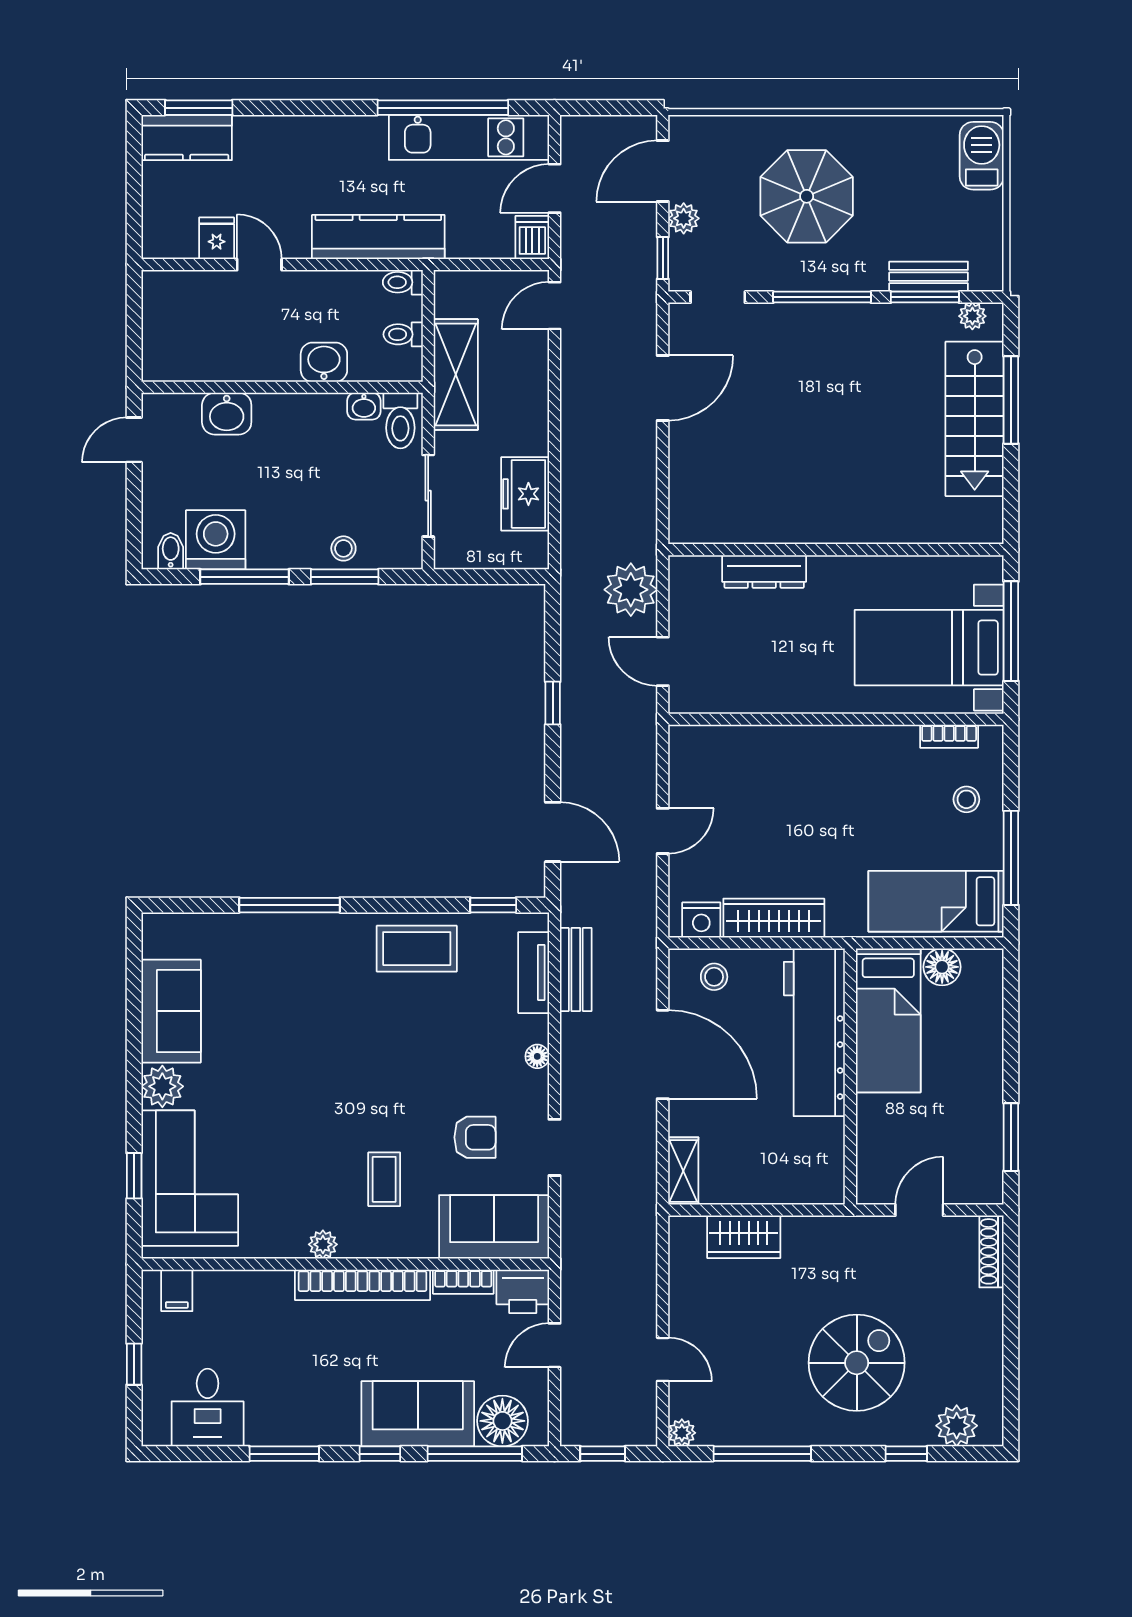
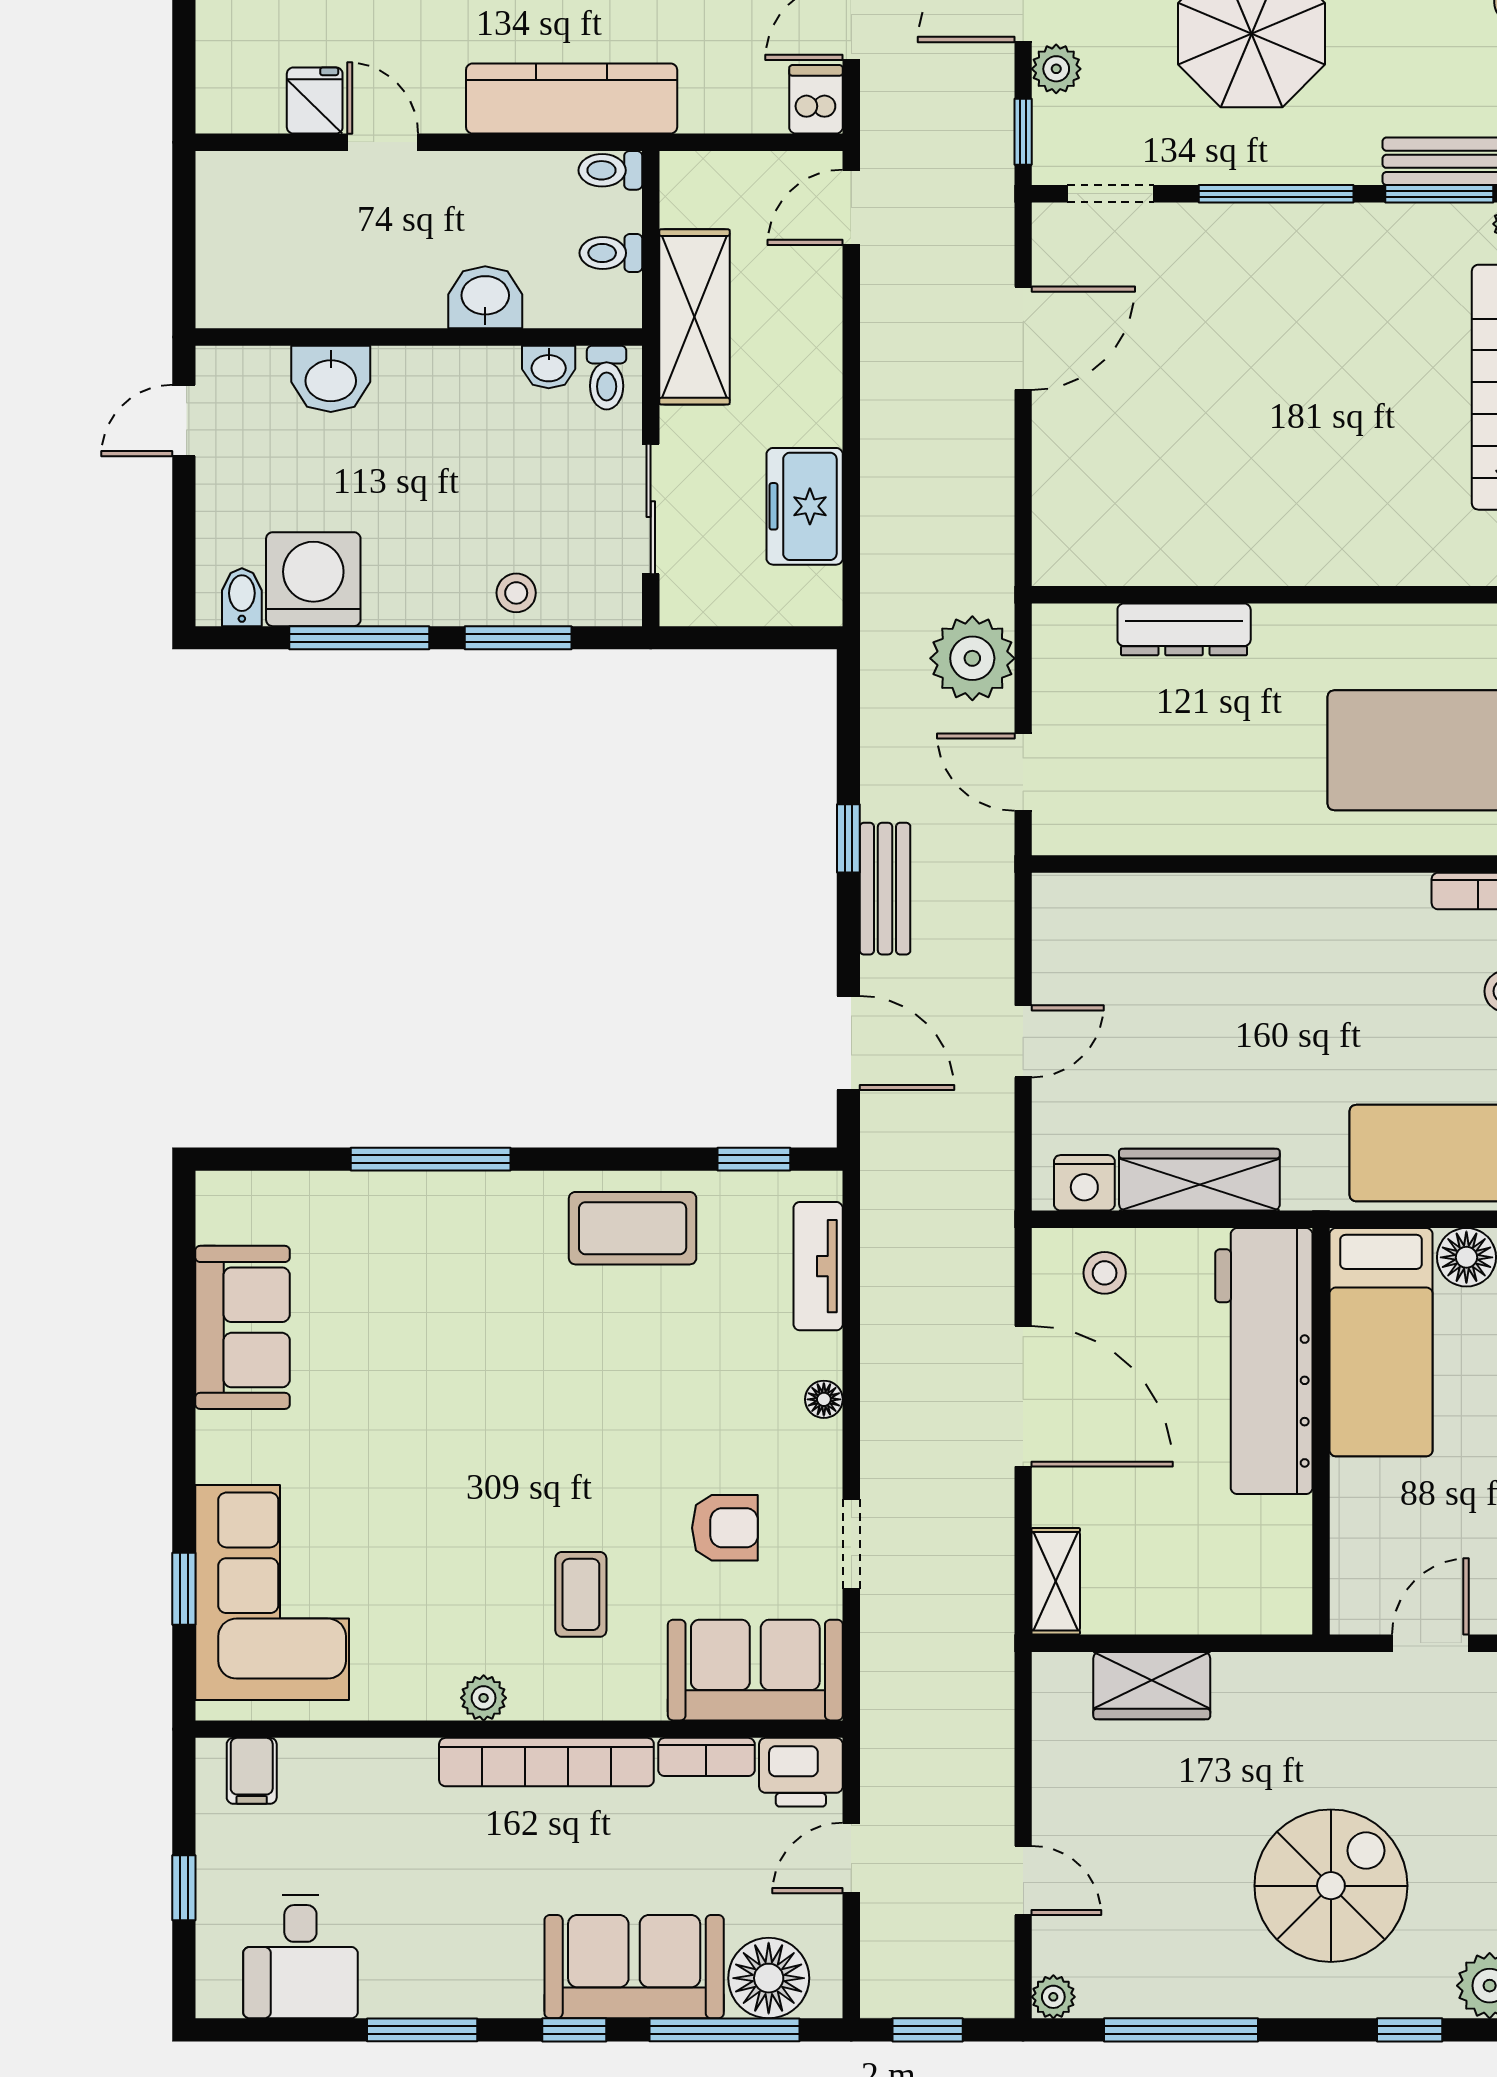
toilet: (400, 421) -> (607, 378), width x0.73, depth x0.72
bench: (576, 970) -> (885, 889), moved
plant: (162, 1086) -> (229, 1447), removed

